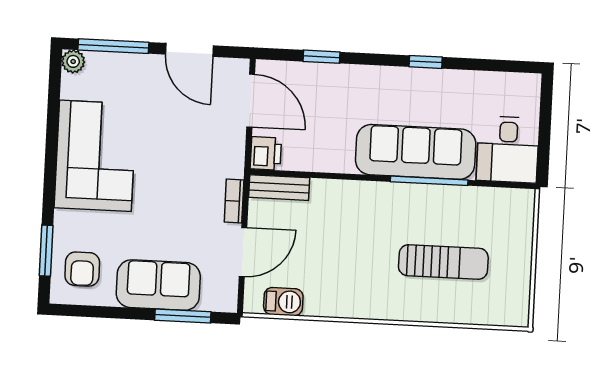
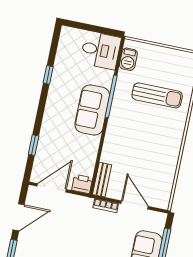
window: (426, 62) -> (48, 75), moved
sofa: (416, 152) -> (92, 110), width x0.73
sun lounger: (443, 262) -> (157, 95), turned 90
barbecue: (283, 302) -> (128, 59), moved, turned 180

